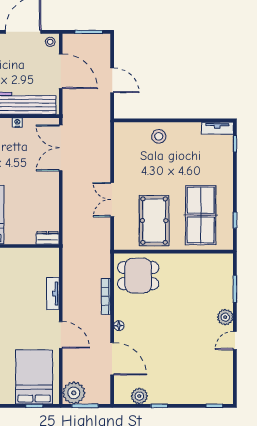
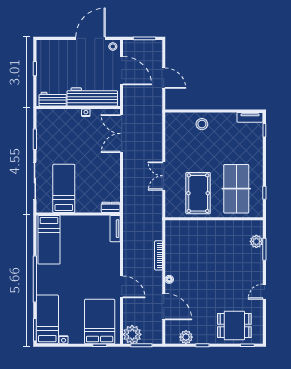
dining table: (138, 276) -> (234, 325), moved
tv unit: (53, 294) -> (115, 229), moved
plant: (225, 317) -> (256, 241), moved

